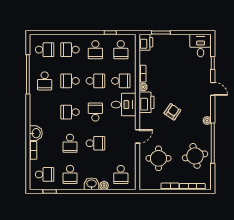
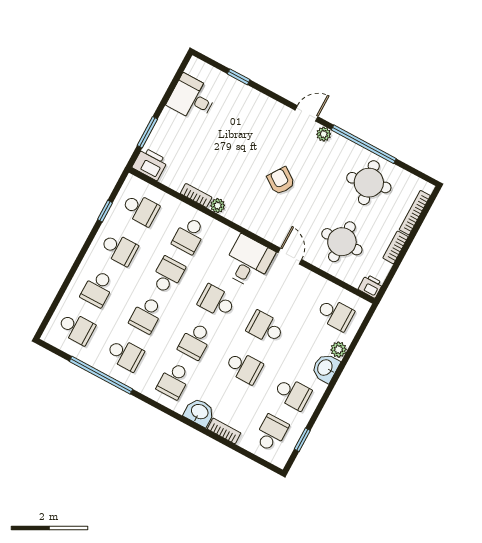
desk: (201, 46) -> (192, 98), moved
school desk: (45, 50) -> (76, 328), turned 90
school desk: (121, 81) -> (189, 235), turned 180
door: (213, 89) -> (306, 113), moved
printer: (147, 102) -> (371, 286), moved, width x0.53, depth x0.68
desk: (124, 105) -> (248, 262), moved
school desk: (45, 112) -> (174, 381), added
school desk: (95, 143) -> (265, 328), turned -90

